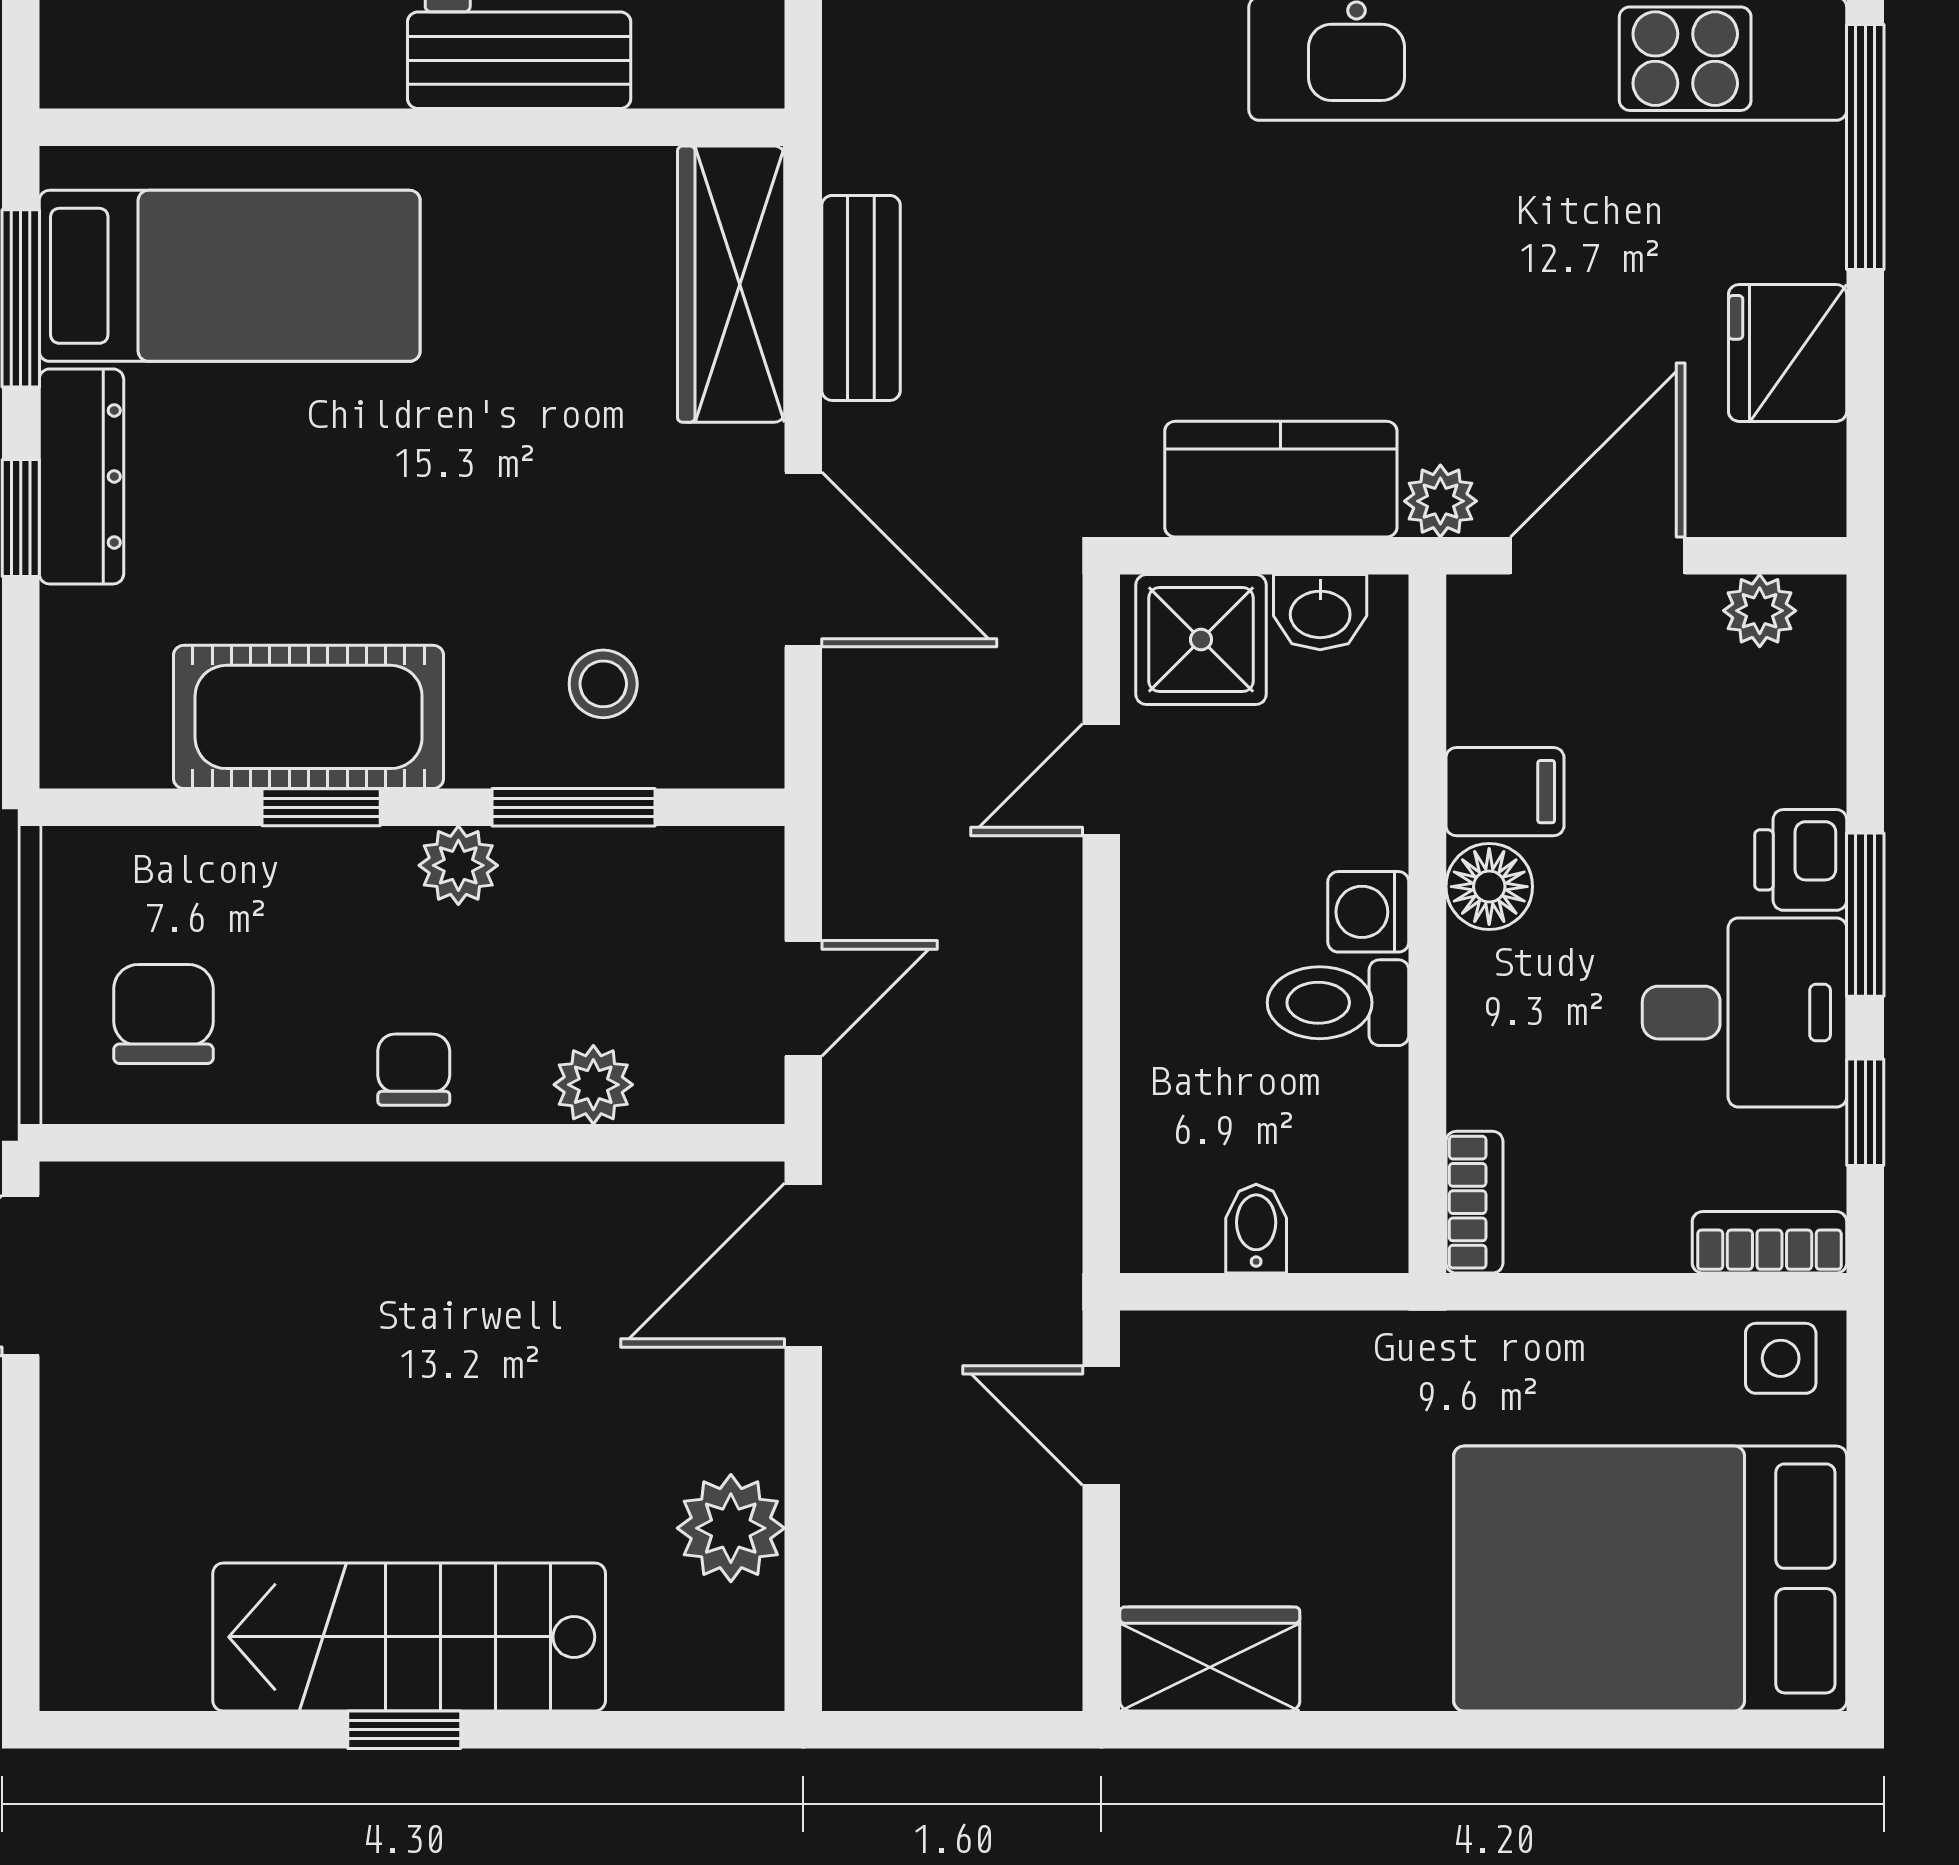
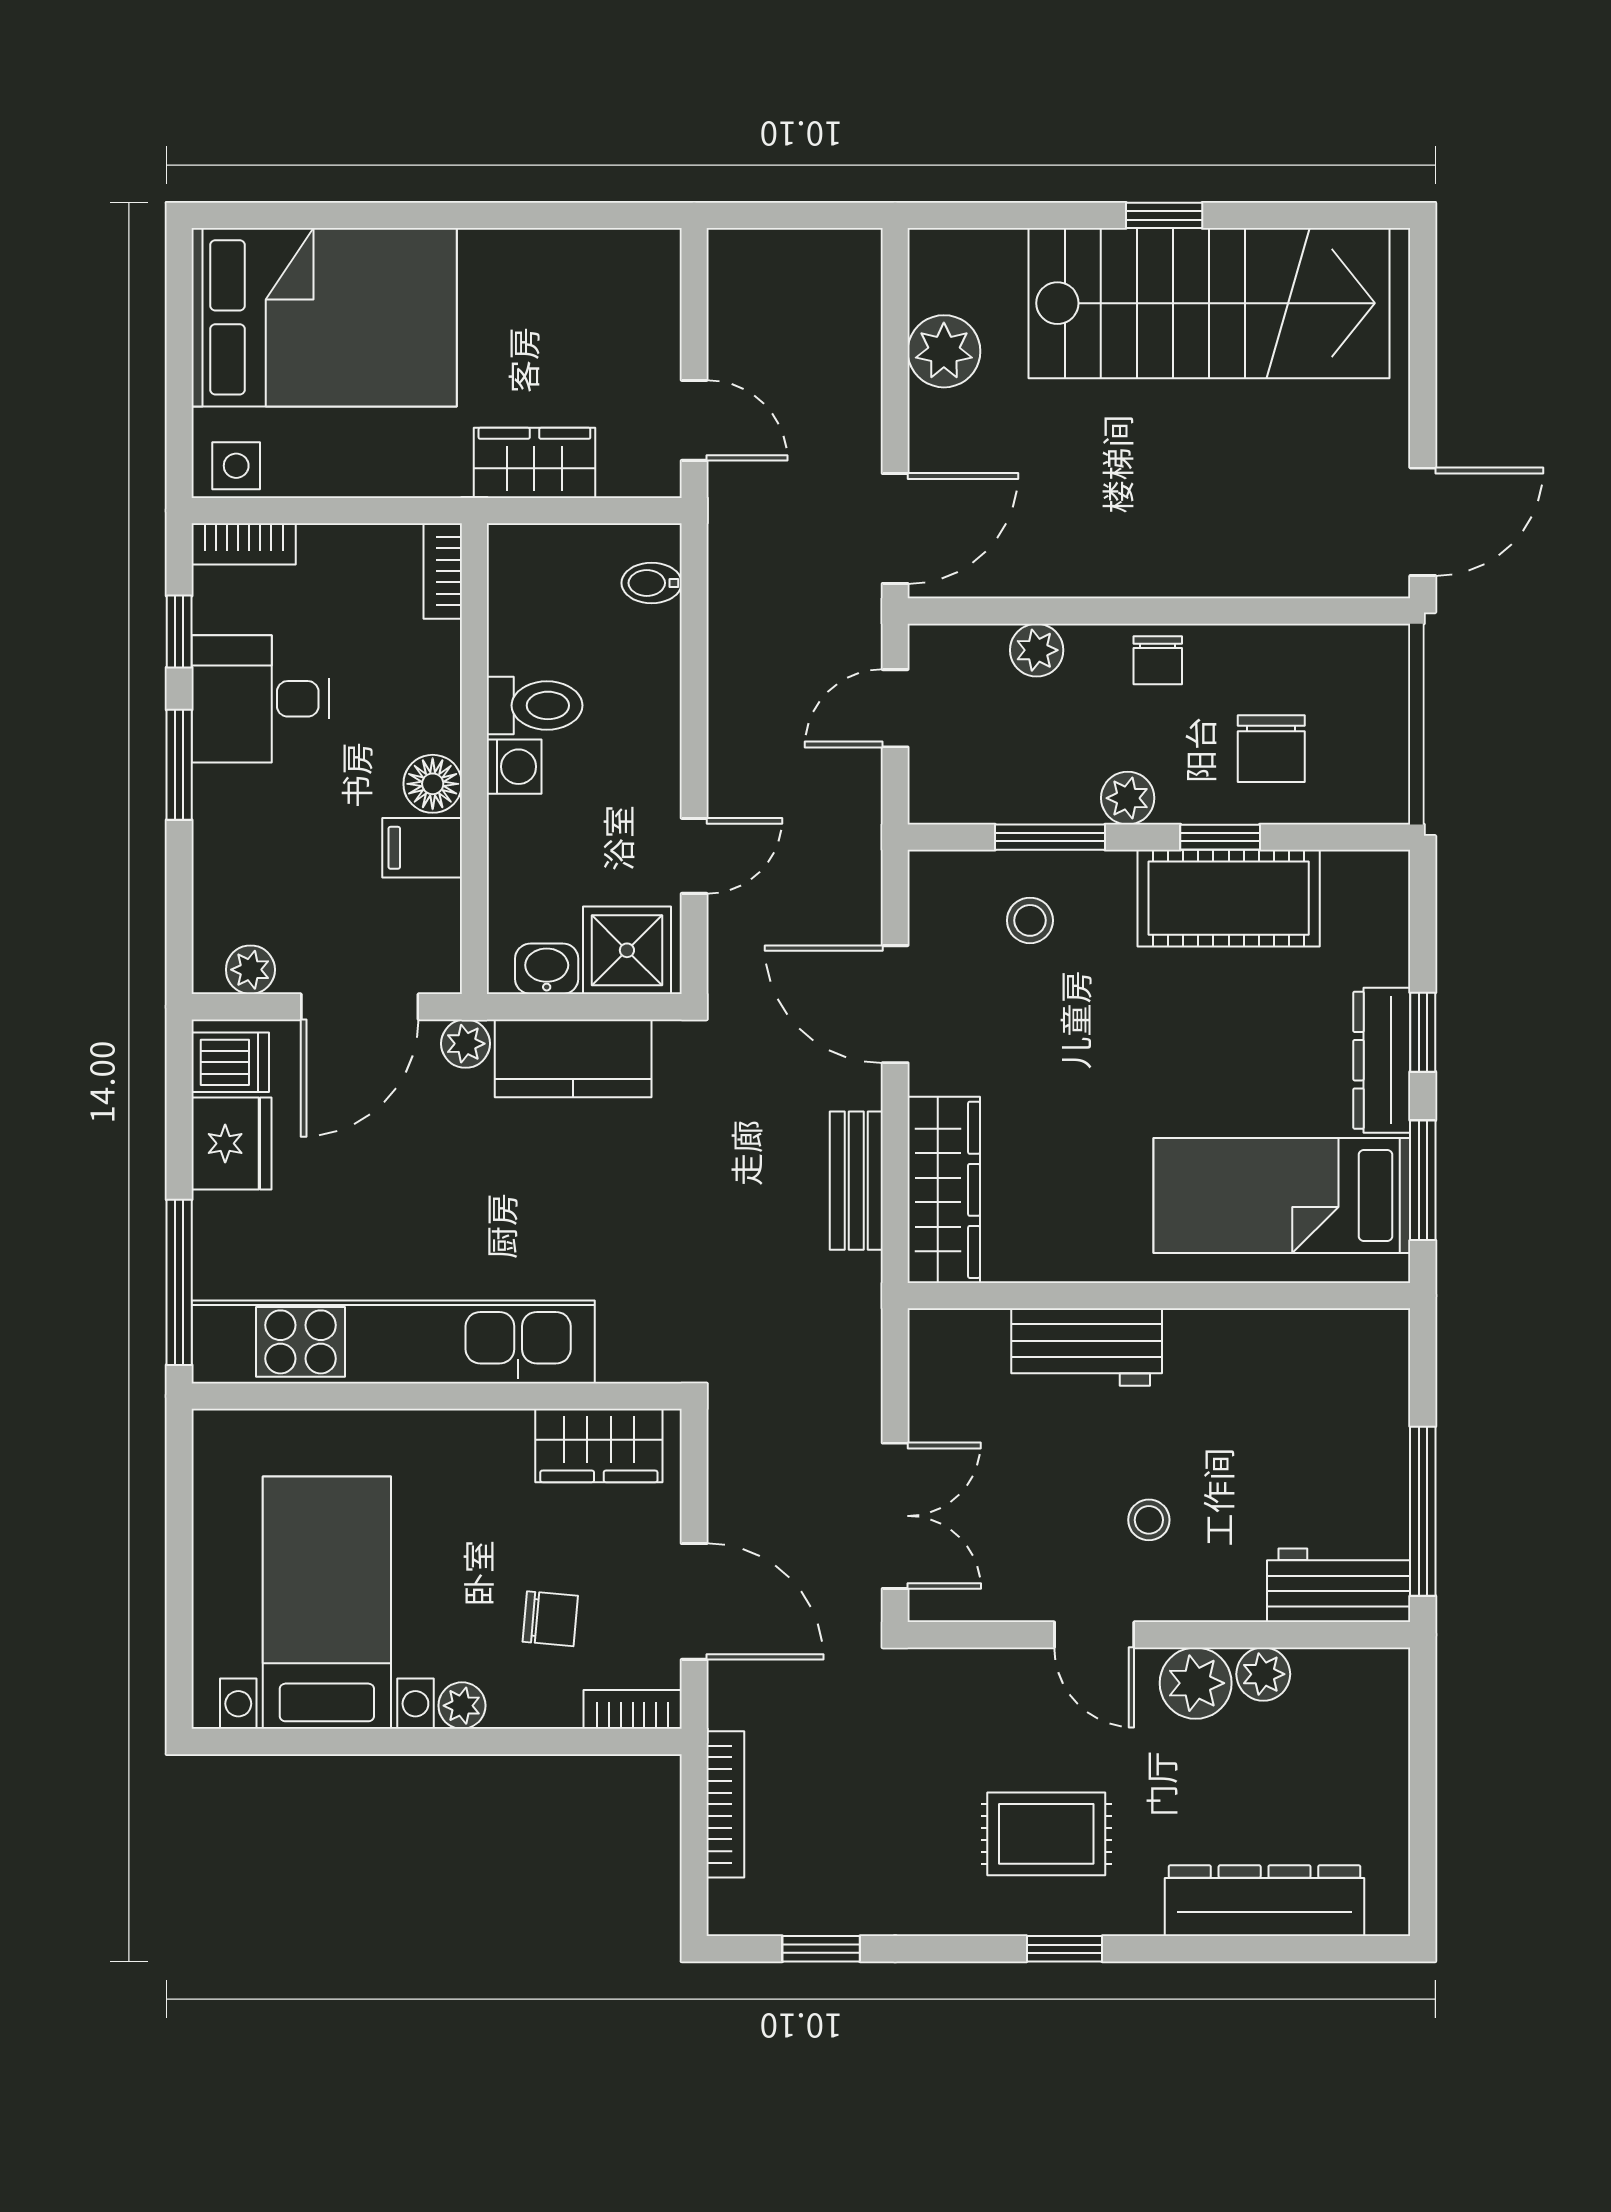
dishwasher: (1789, 473) -> (230, 1062), added
printer: (1801, 860) -> (223, 802), removed
chair: (163, 1014) -> (1271, 749), moved
bidet: (1256, 1229) -> (652, 583), moved, turned 90
stairs: (409, 1637) -> (1209, 303), width x1.36, depth x1.51
wardrobe: (1210, 1659) -> (534, 463), moved, turned 180

